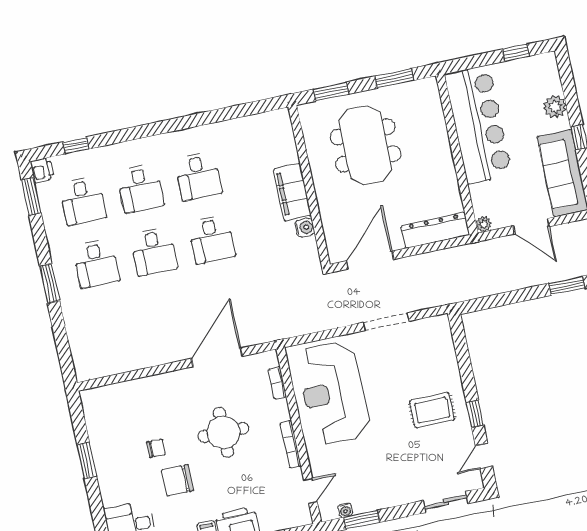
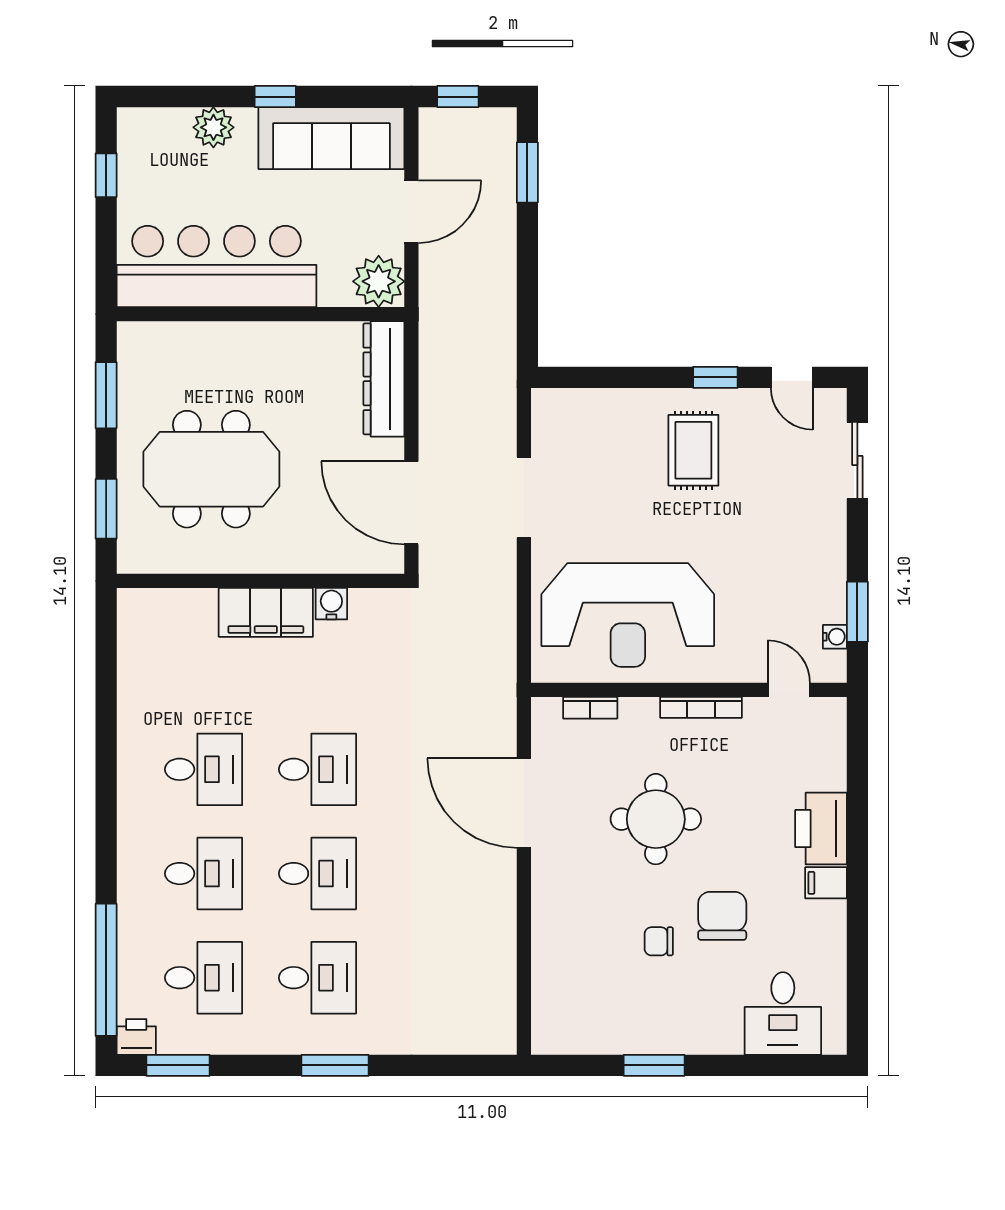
window: (76, 145) -> (106, 970), width x3.17
plant: (484, 224) -> (379, 281), width x1.88, depth x1.88
chair: (156, 448) -> (659, 941), turned -90
chair: (178, 480) -> (722, 916), turned 180

